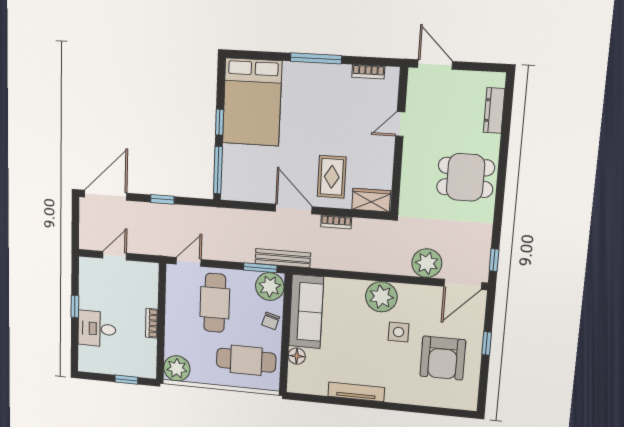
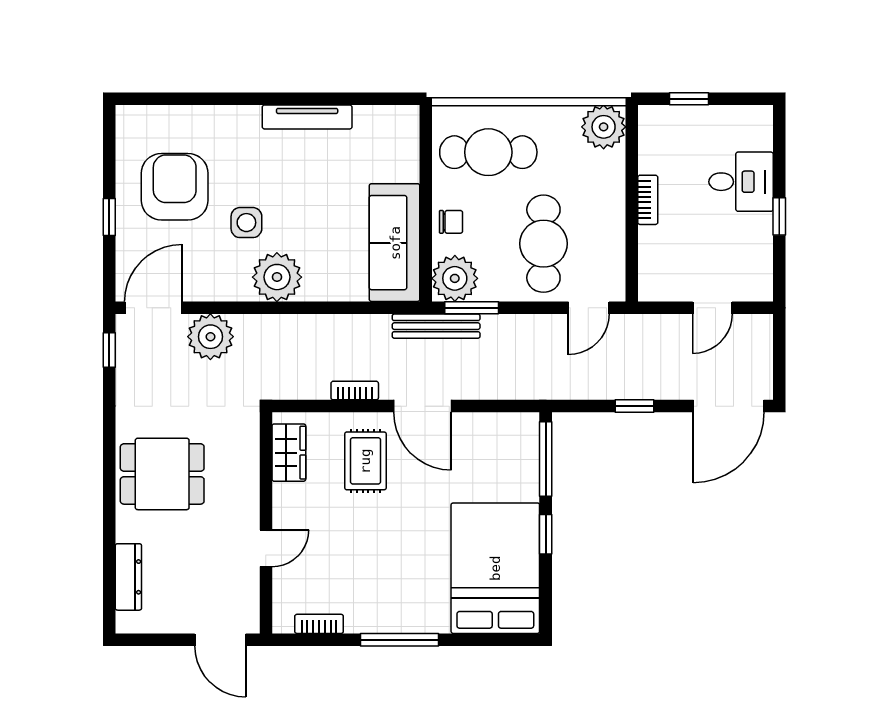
wardrobe: (371, 200) -> (289, 453), moved, turned -90
chair: (271, 321) -> (451, 222), turned 74
floor lamp: (297, 356) -> (406, 167), removed

